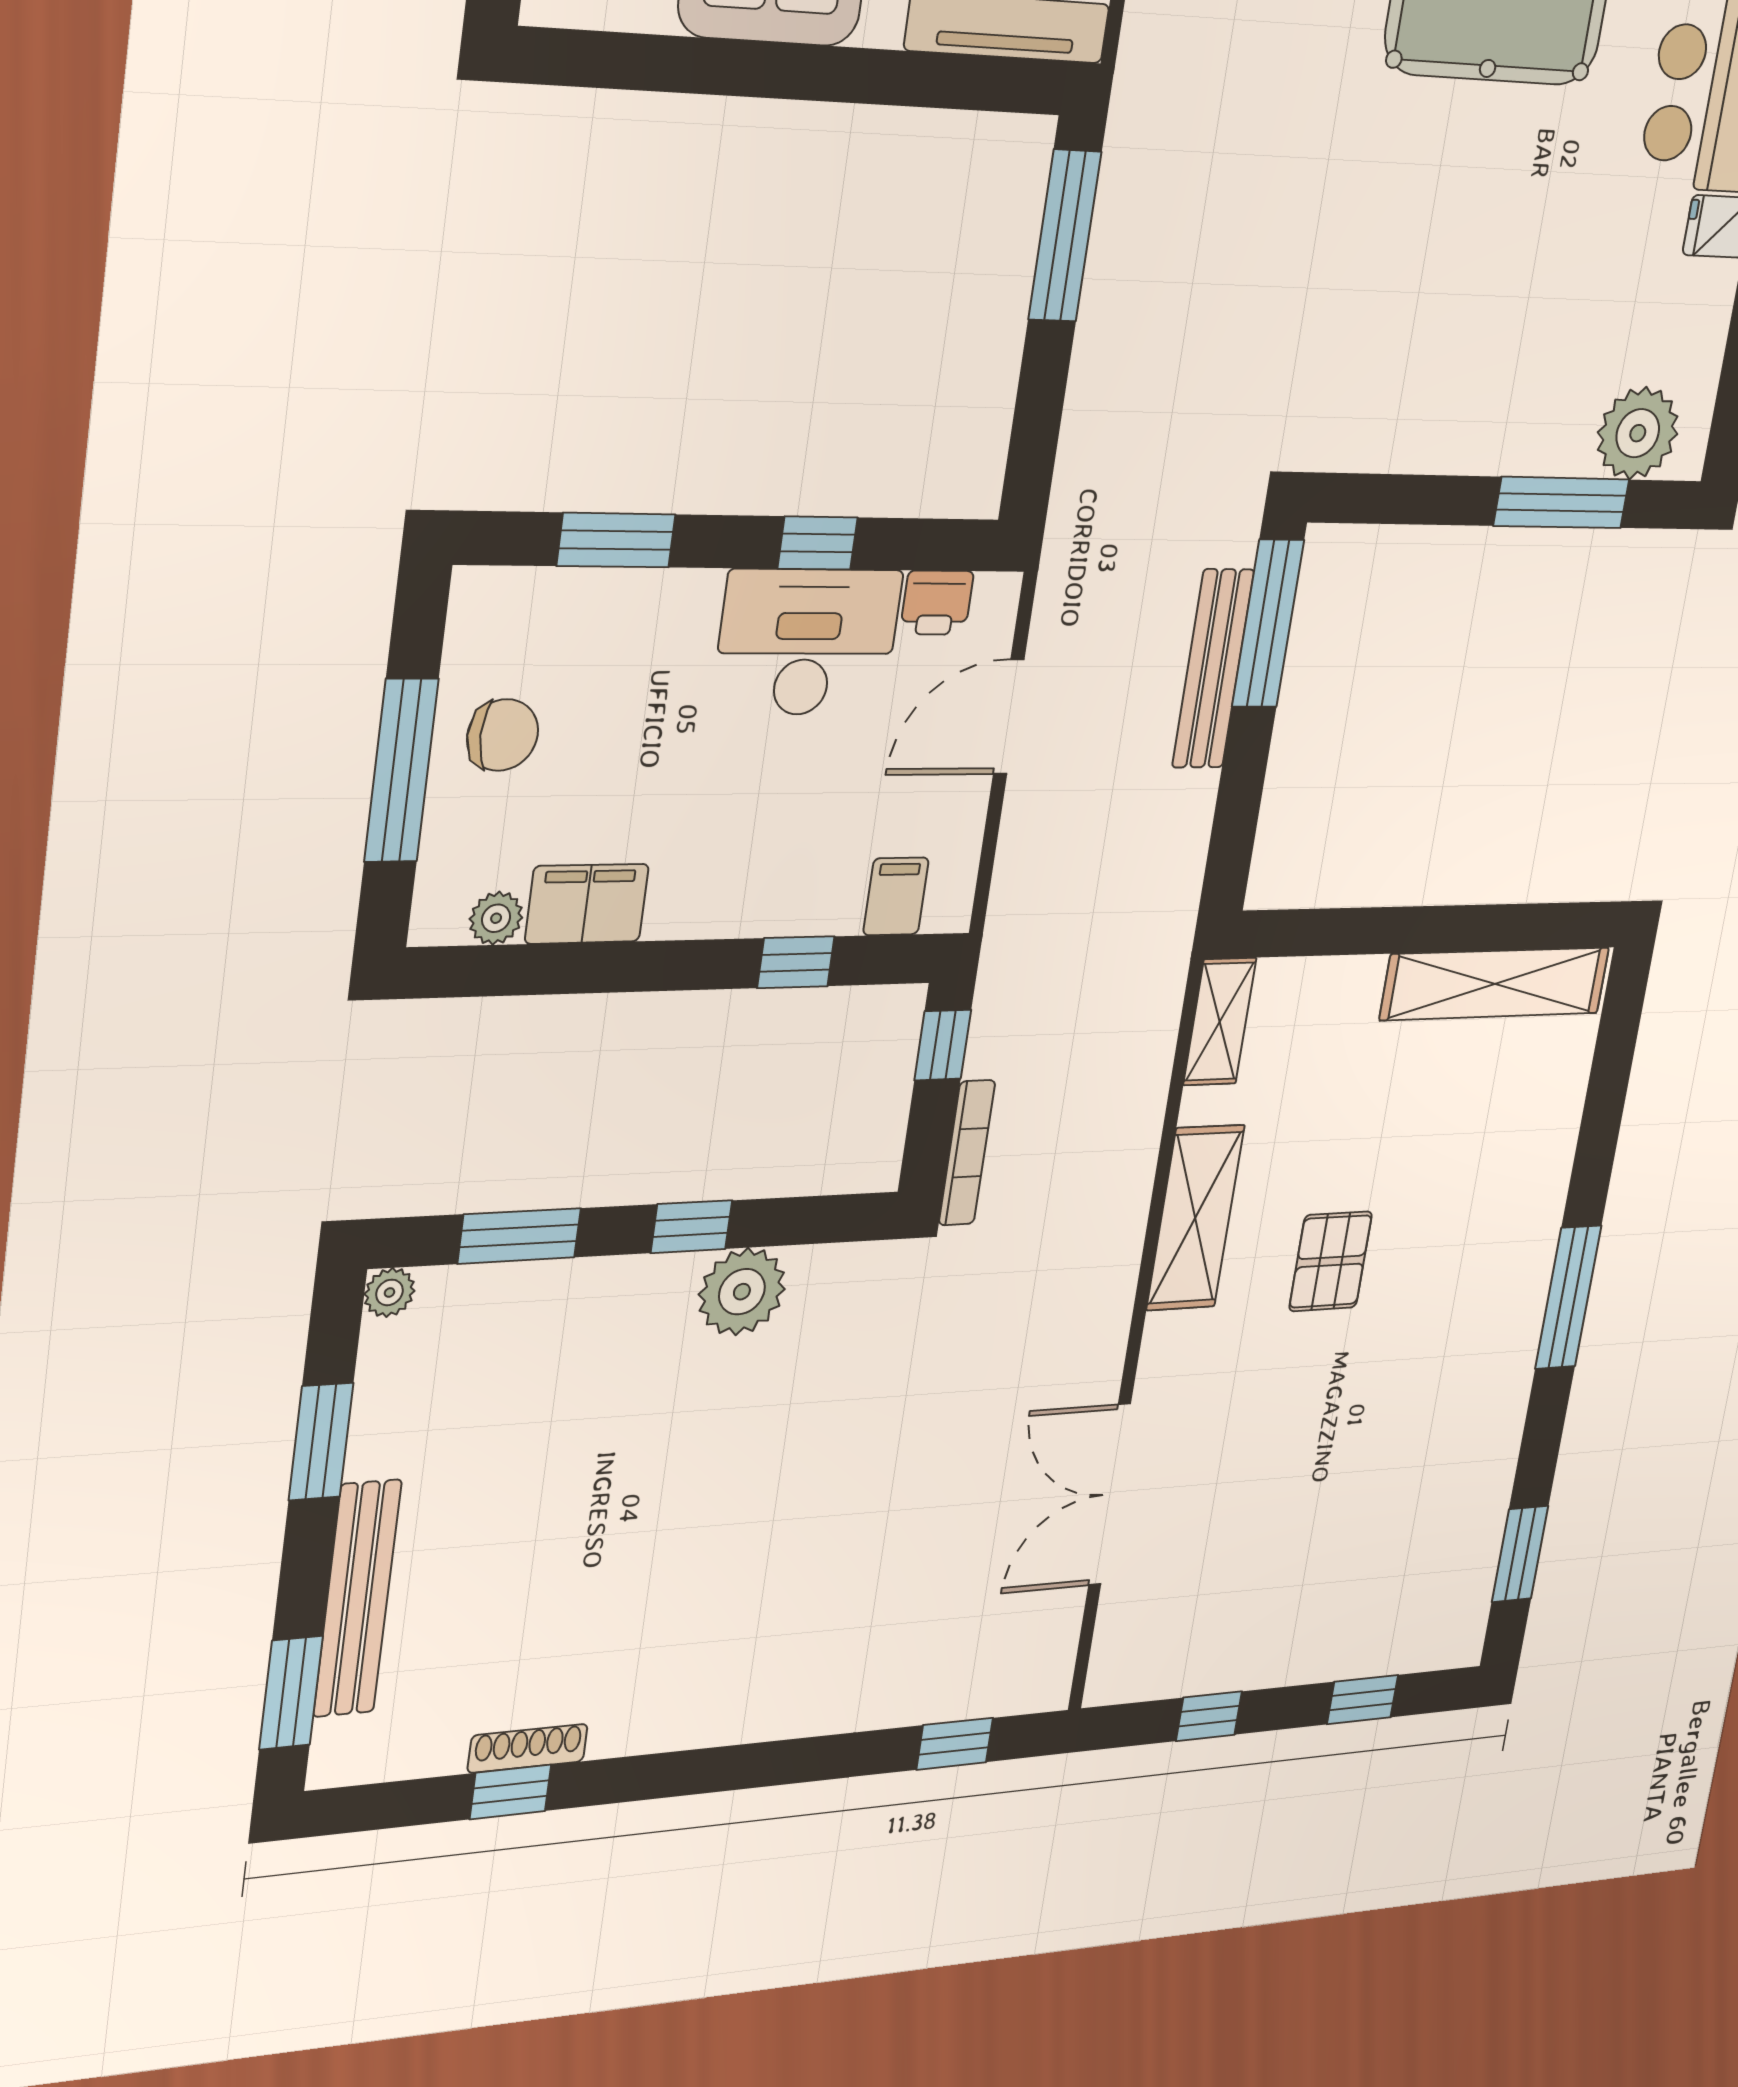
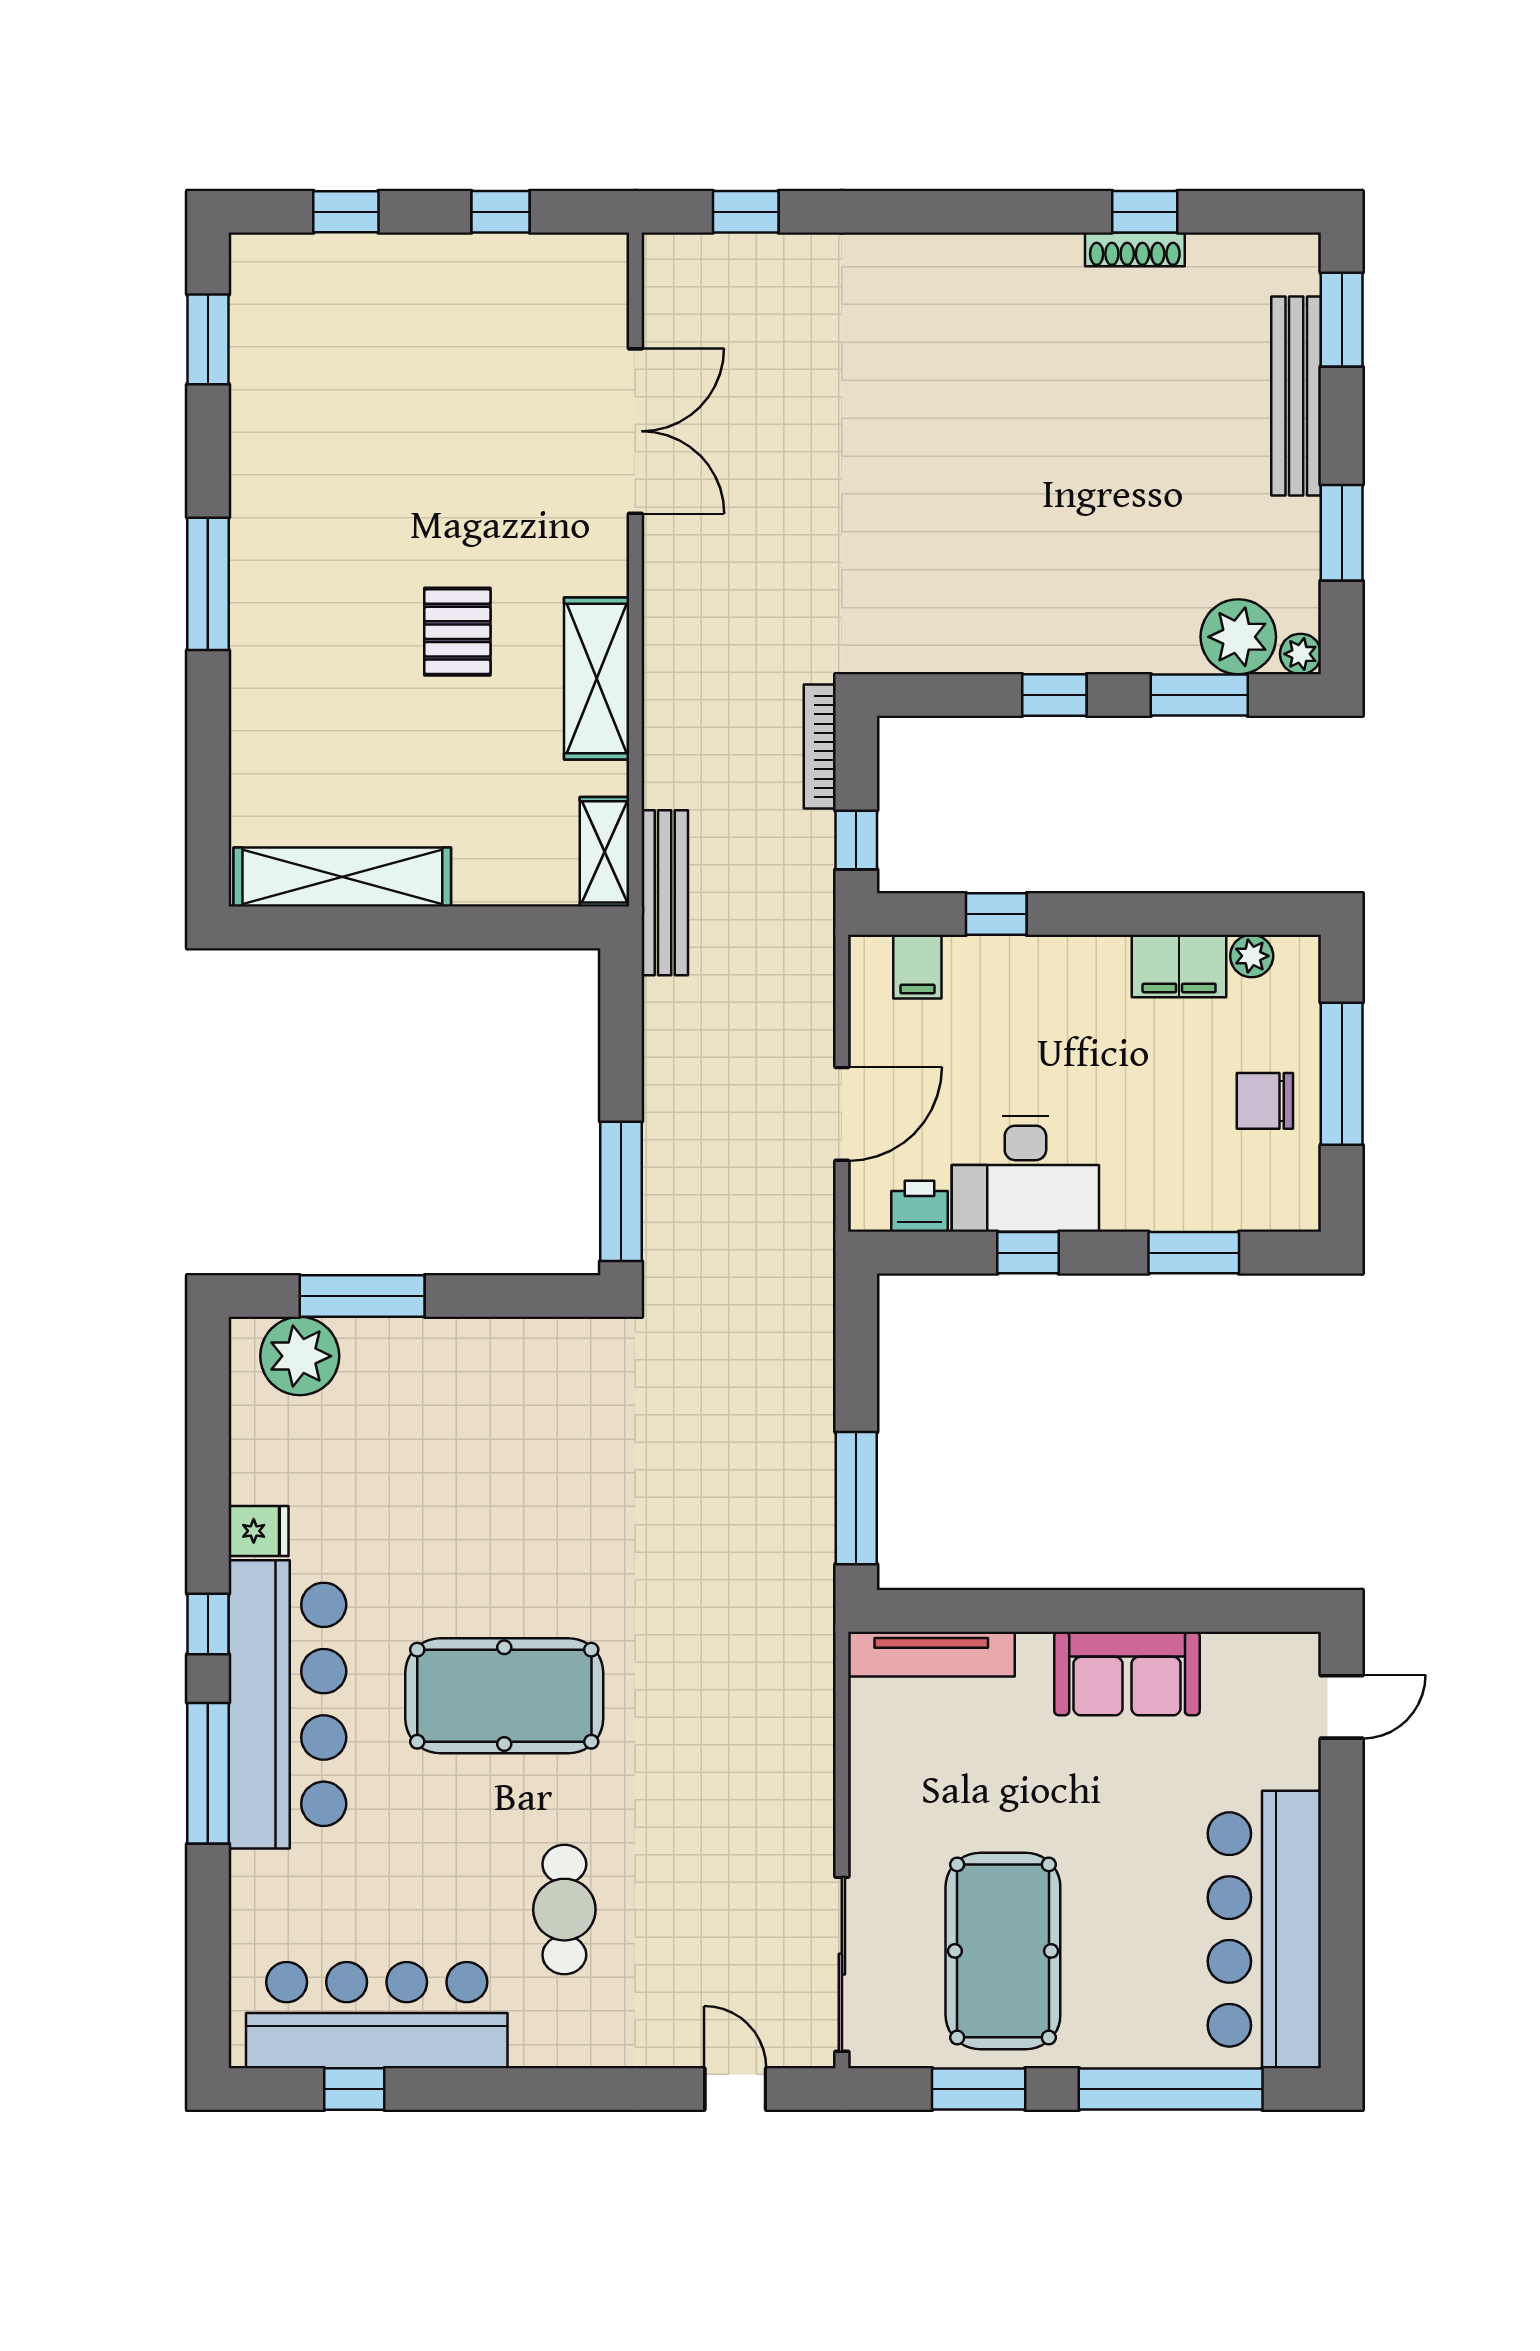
bench: (1213, 669) -> (665, 893), moved
plant: (742, 1292) -> (1238, 637), moved

